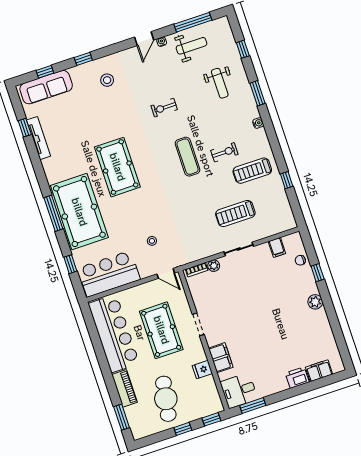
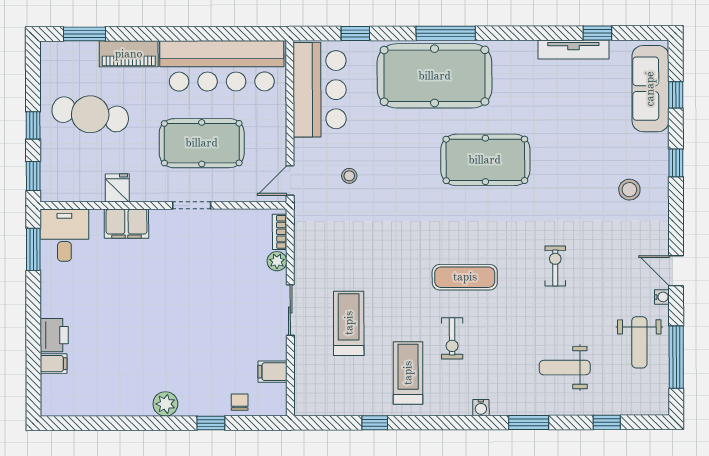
filing cabinet: (319, 371) -> (54, 364), width x0.50

